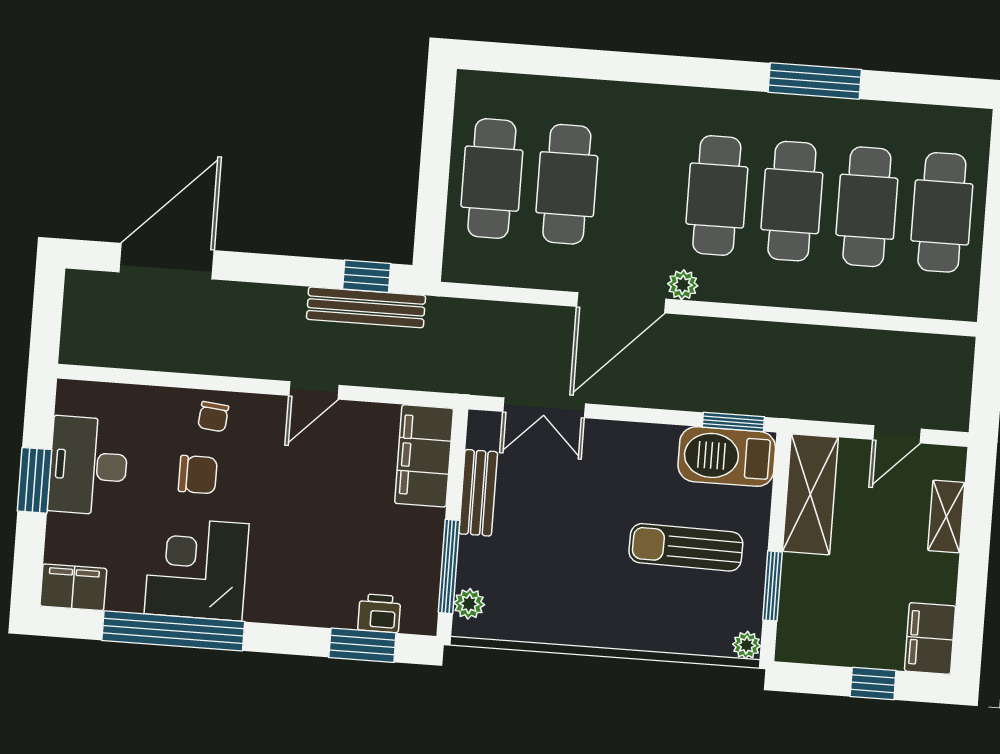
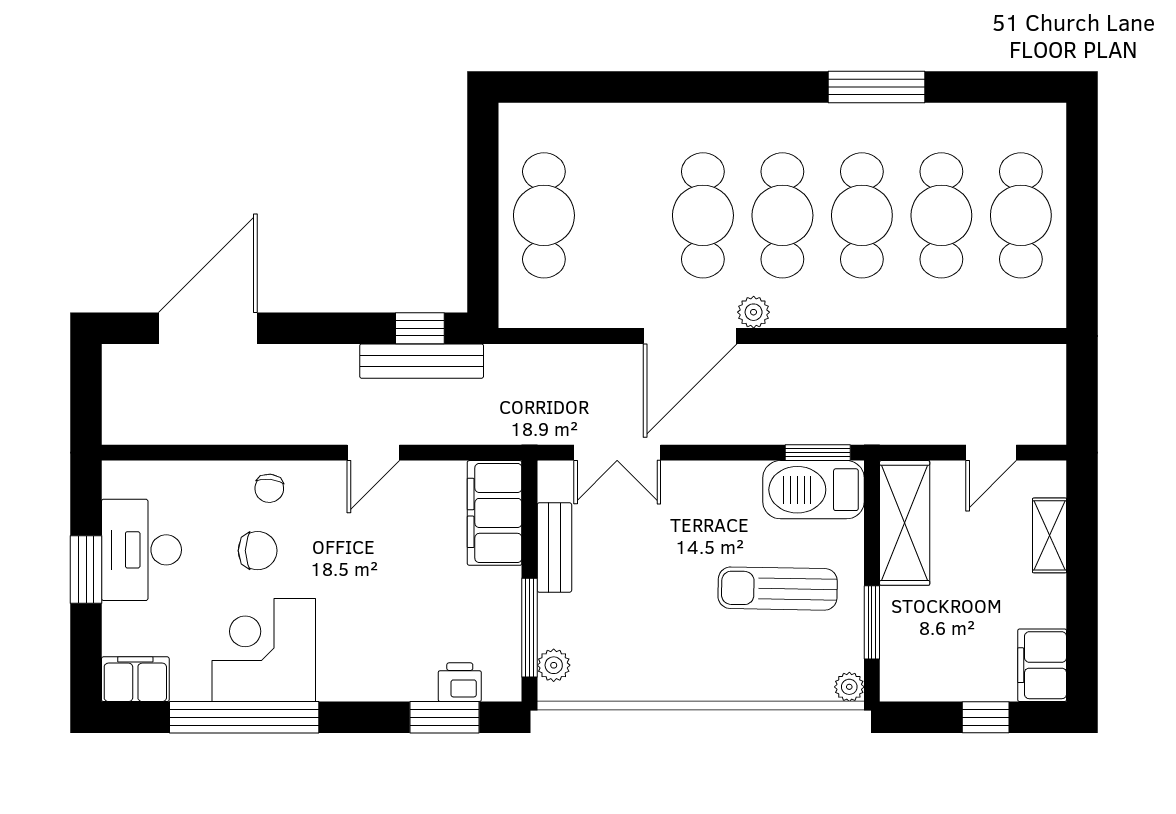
cafe table: (567, 184) -> (703, 215), moved

